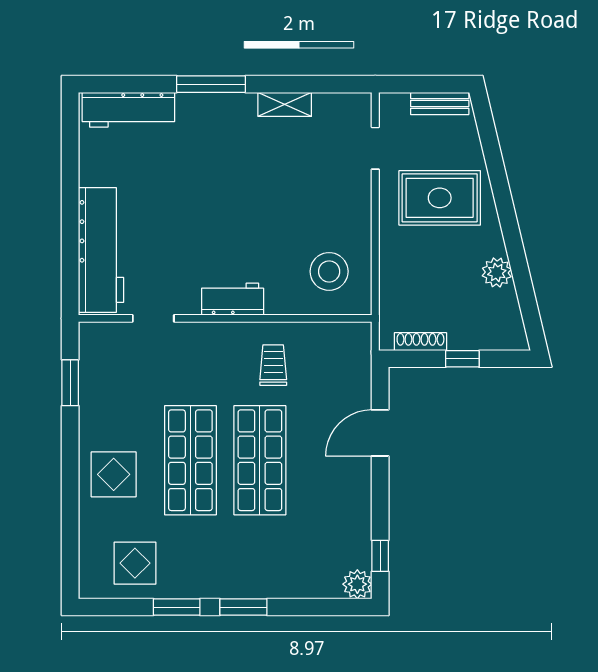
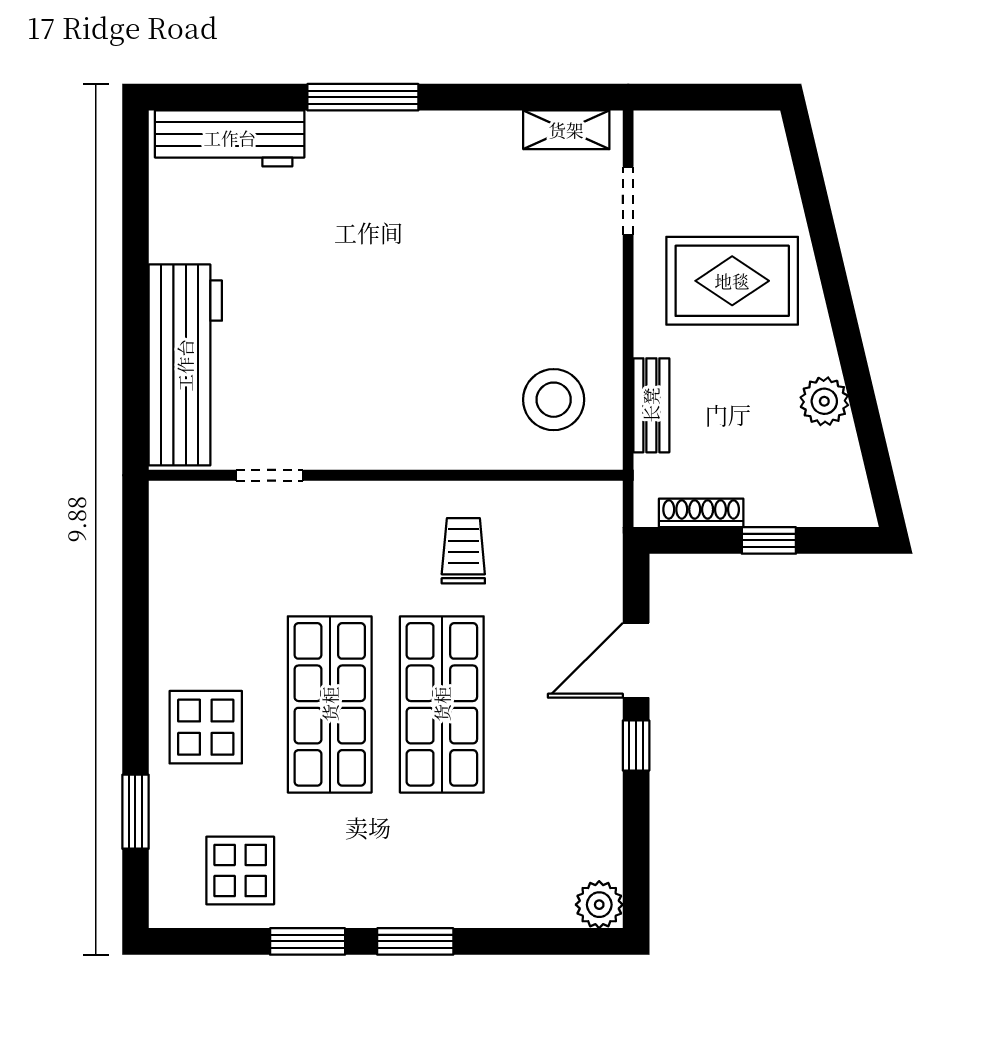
bench: (440, 103) -> (651, 405), moved, turned 90
shelving: (285, 104) -> (566, 130), moved
workbench: (233, 299) -> (398, 444), removed
window: (70, 383) -> (135, 812), moved
window: (380, 556) -> (636, 745), moved

